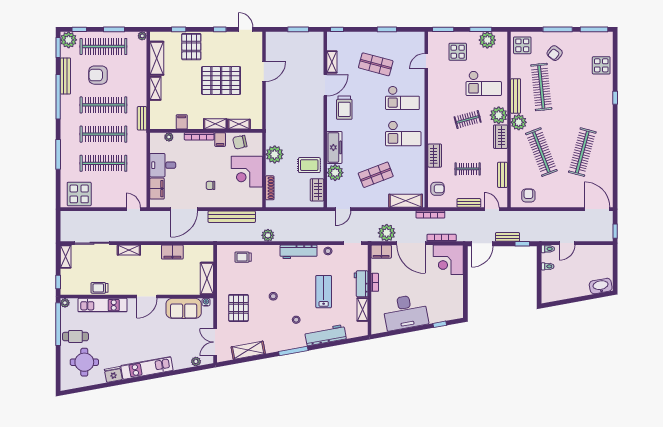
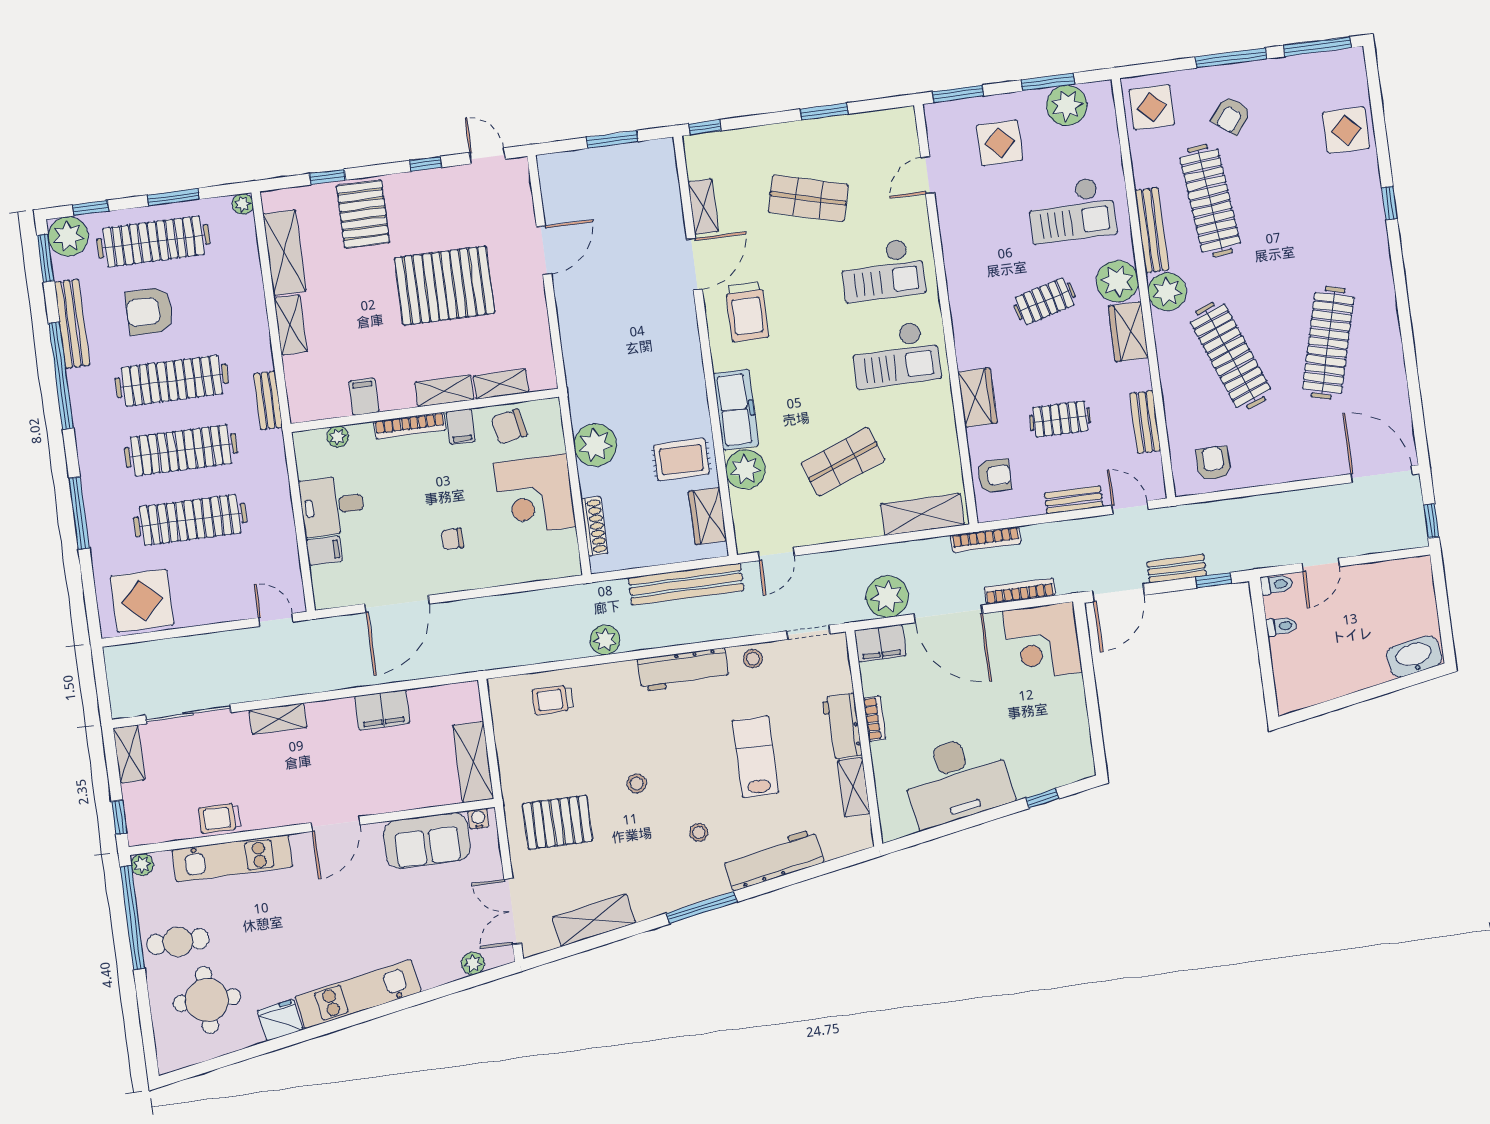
filing cabinet: (157, 189) -> (324, 551), width x0.50
bench: (232, 217) -> (686, 584), moved
pallet: (238, 308) -> (557, 822), turned 90

